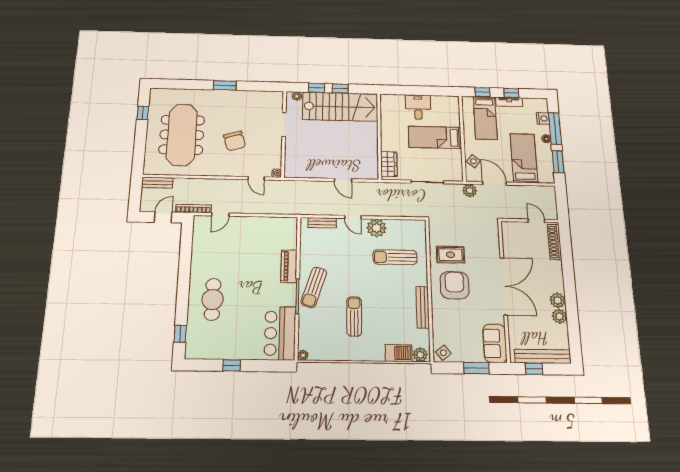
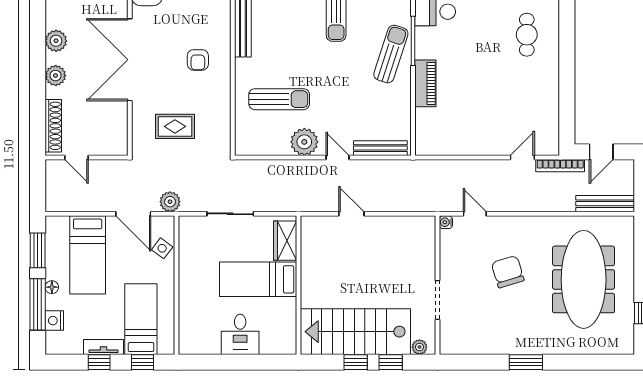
bed: (435, 137) -> (258, 279), moved, turned 180
bench: (157, 183) -> (605, 204), width x1.36
bench: (322, 223) -> (380, 148), width x1.36
rug: (450, 255) -> (175, 126), moved
armchair: (455, 285) -> (198, 60), width x0.53, depth x0.53
cafe table: (213, 299) -> (527, 35), width x0.73, depth x0.74
plant: (559, 316) -> (56, 76), moved

